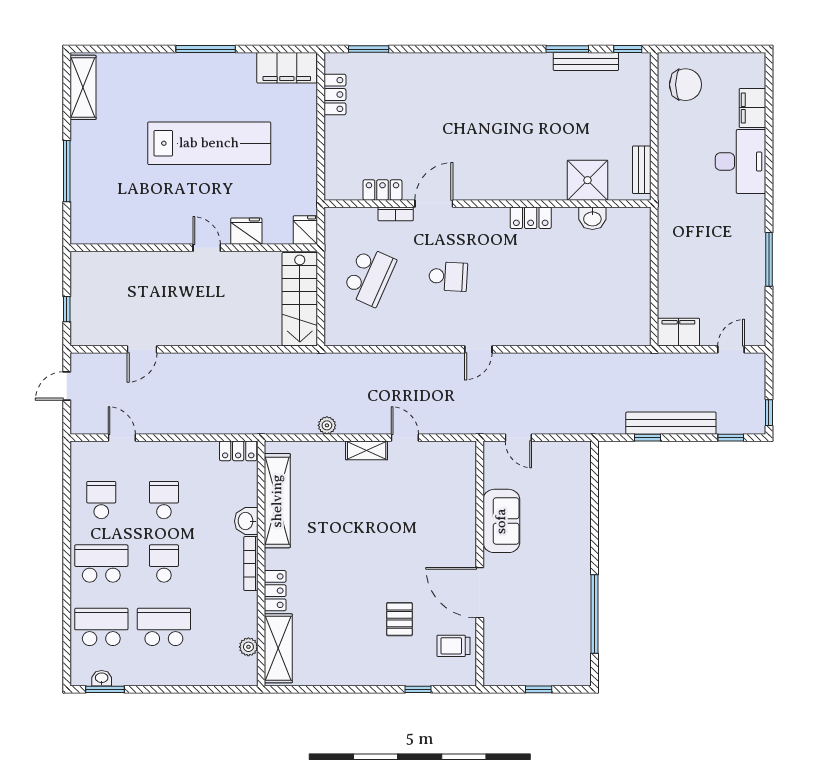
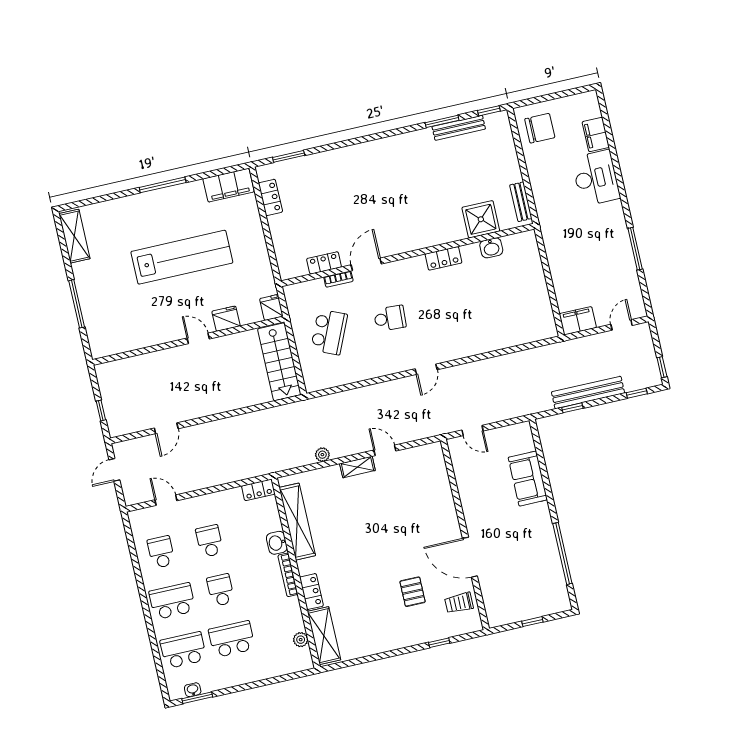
sofa: (501, 521) -> (528, 479), moved, turned 180

